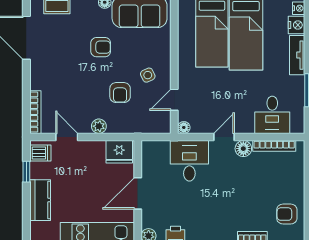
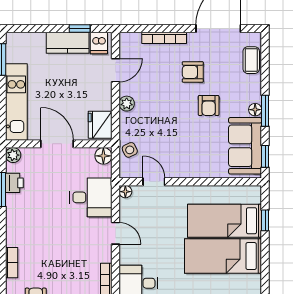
side table: (148, 75) -> (130, 150), moved
armchair: (120, 93) -> (193, 72), moved
bookcase: (35, 112) -> (164, 38), moved
floor lamp: (243, 149) -> (103, 156), moved
kitchen counter: (40, 200) -> (68, 43), moved

